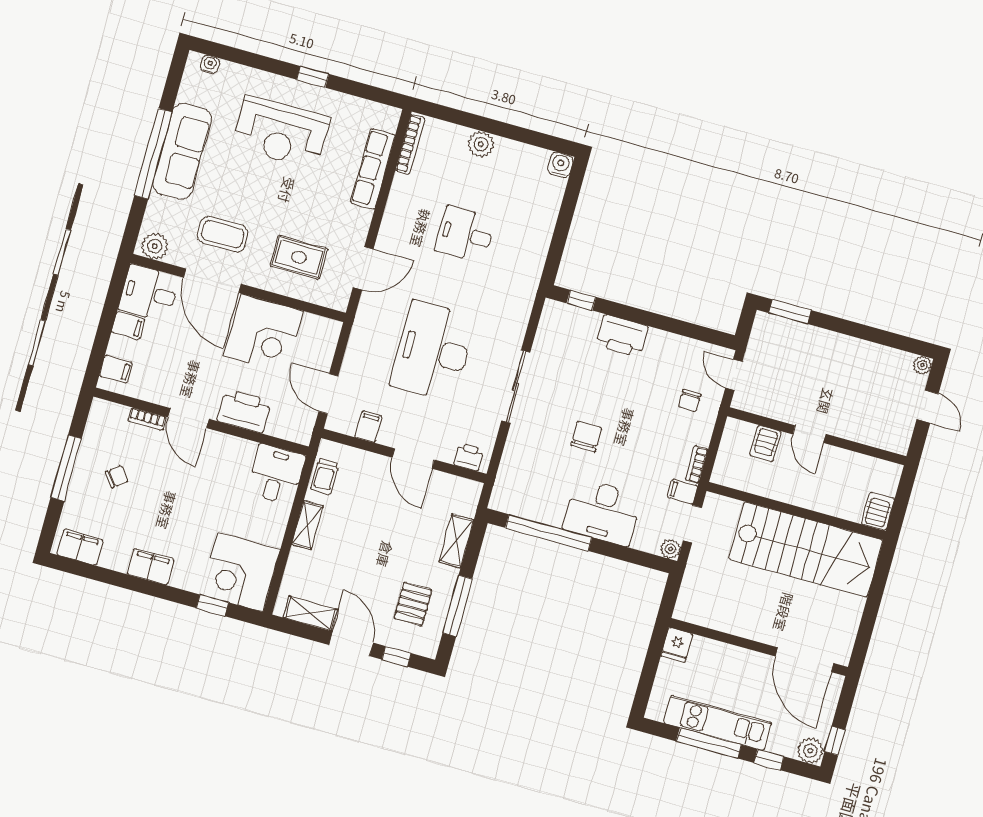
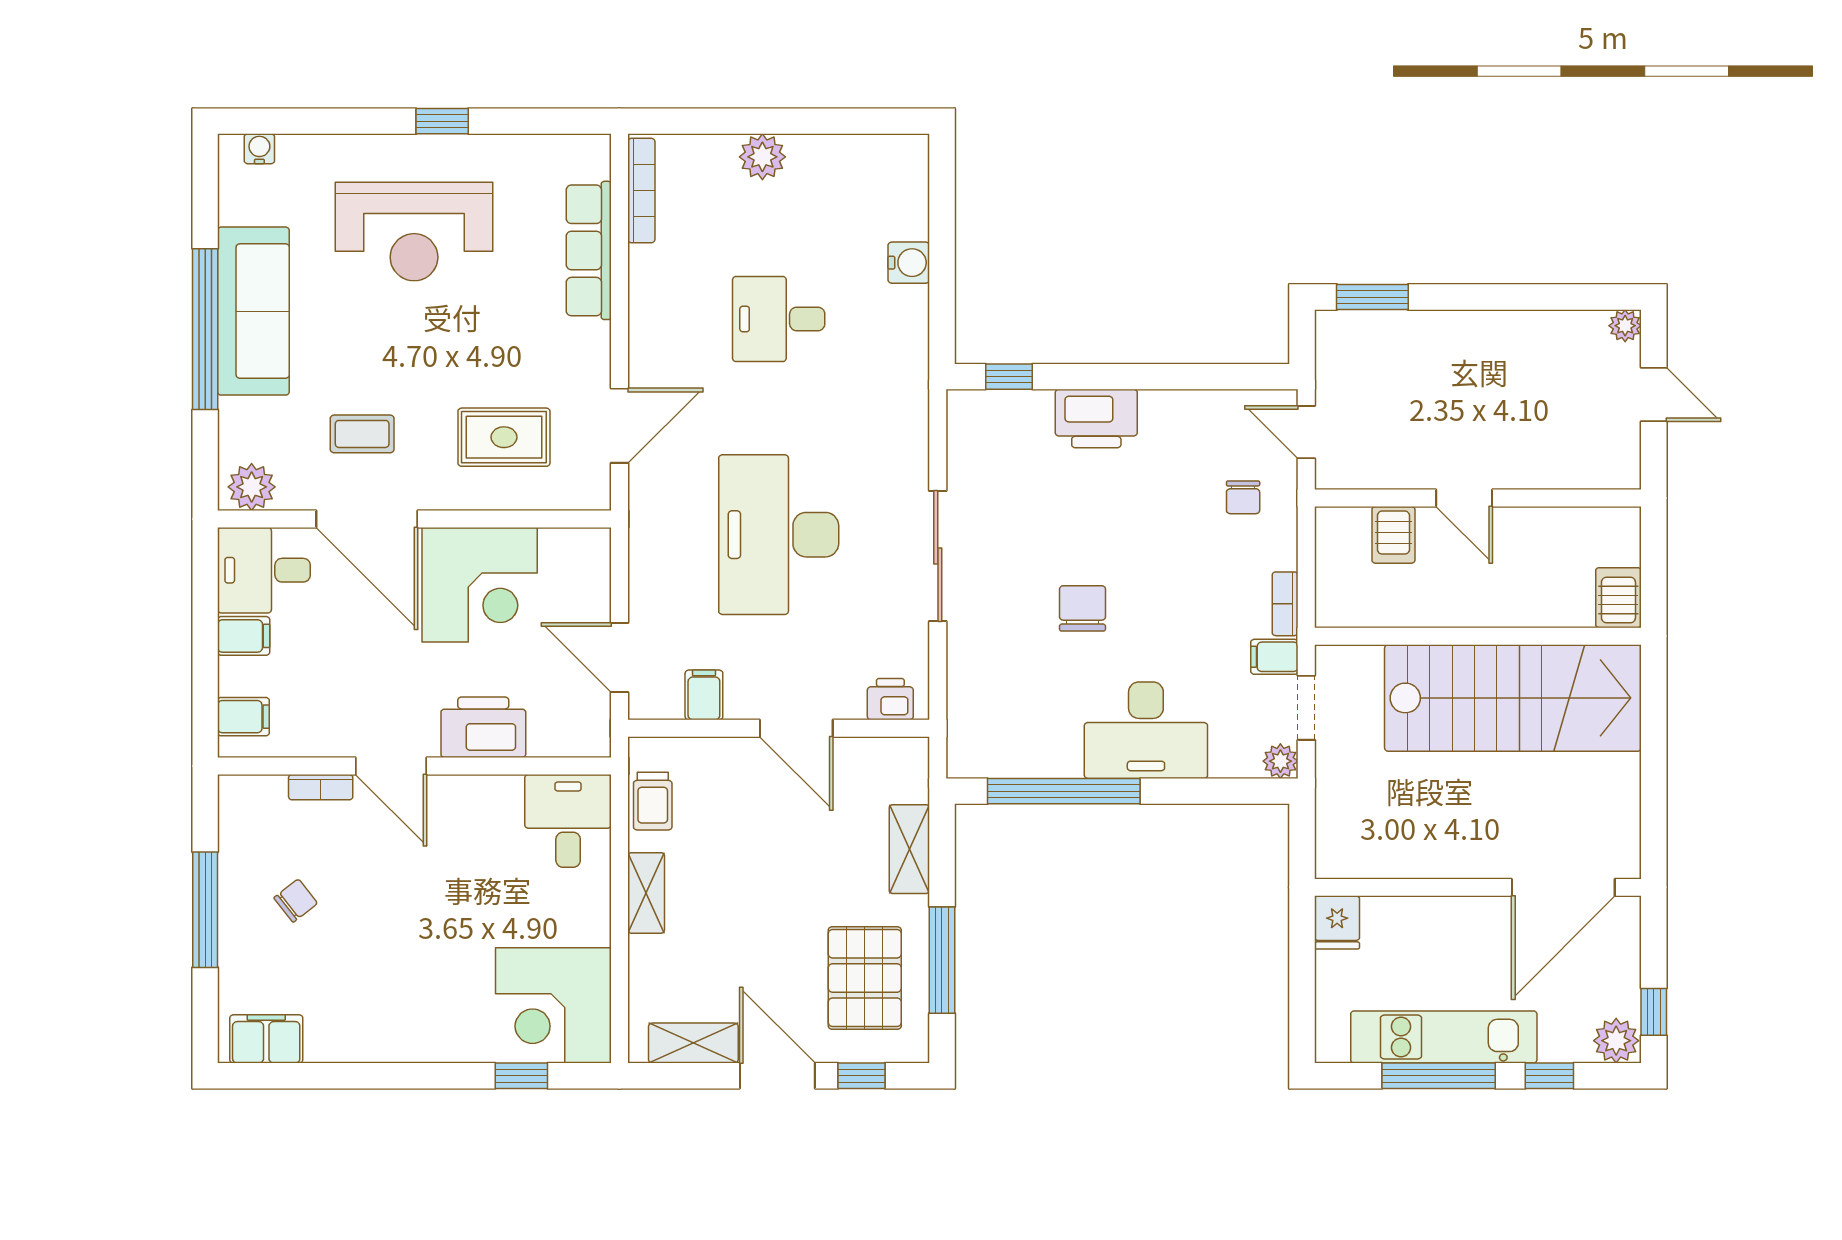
water cooler: (560, 165) -> (909, 263), moved, turned 90
coffee table: (223, 234) -> (362, 434), width x0.73, depth x0.77
filing cabinet: (151, 567) -> (397, 1039), removed
pallet: (413, 604) -> (865, 978), width x1.50, depth x1.42
door: (805, 660) -> (1563, 887), hinge flipped

